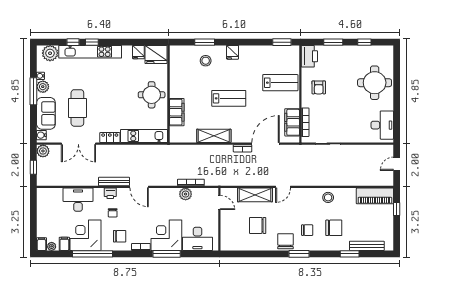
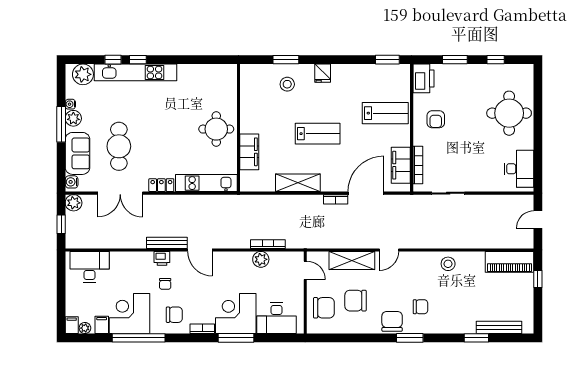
fridge: (138, 52) -> (199, 73), removed
fridge: (156, 54) -> (222, 76), removed
desk: (78, 200) -> (90, 267), moved
chair: (334, 228) -> (324, 308), moved

